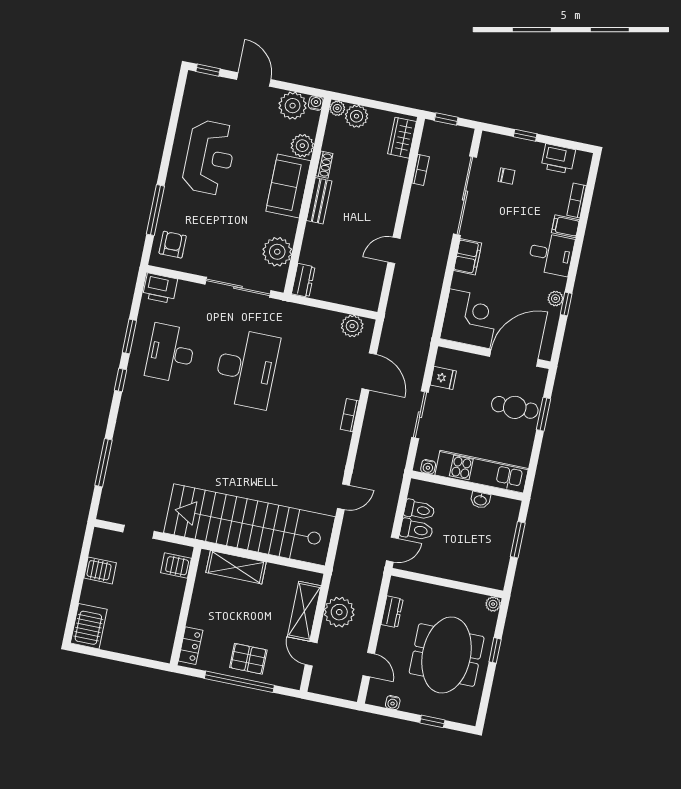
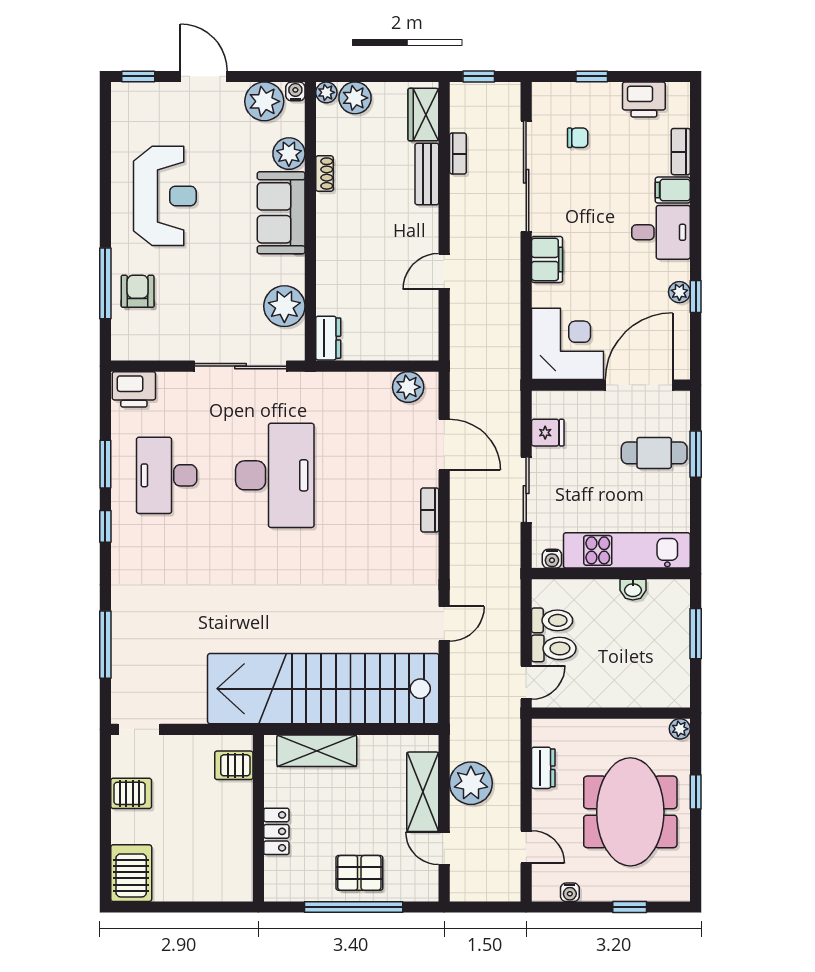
bench: (319, 201) -> (427, 174), moved
armchair: (173, 245) -> (138, 291), moved
doorway: (138, 532) -> (139, 729), moved
locker: (191, 646) -> (276, 831), moved

